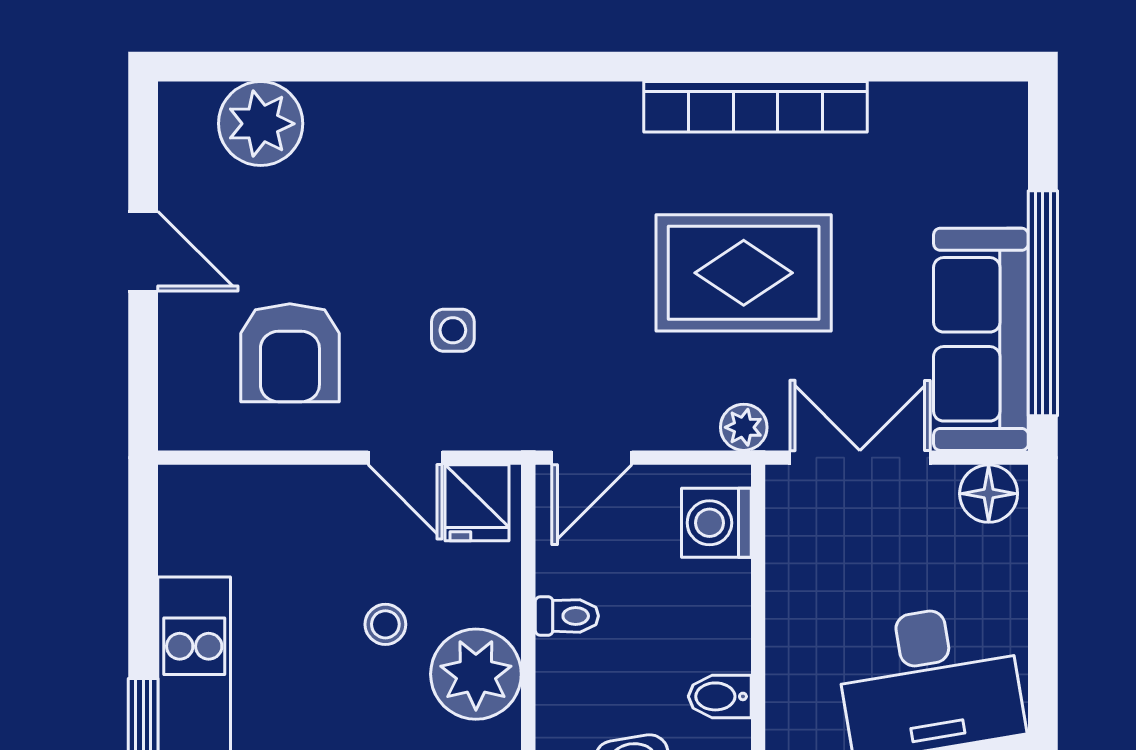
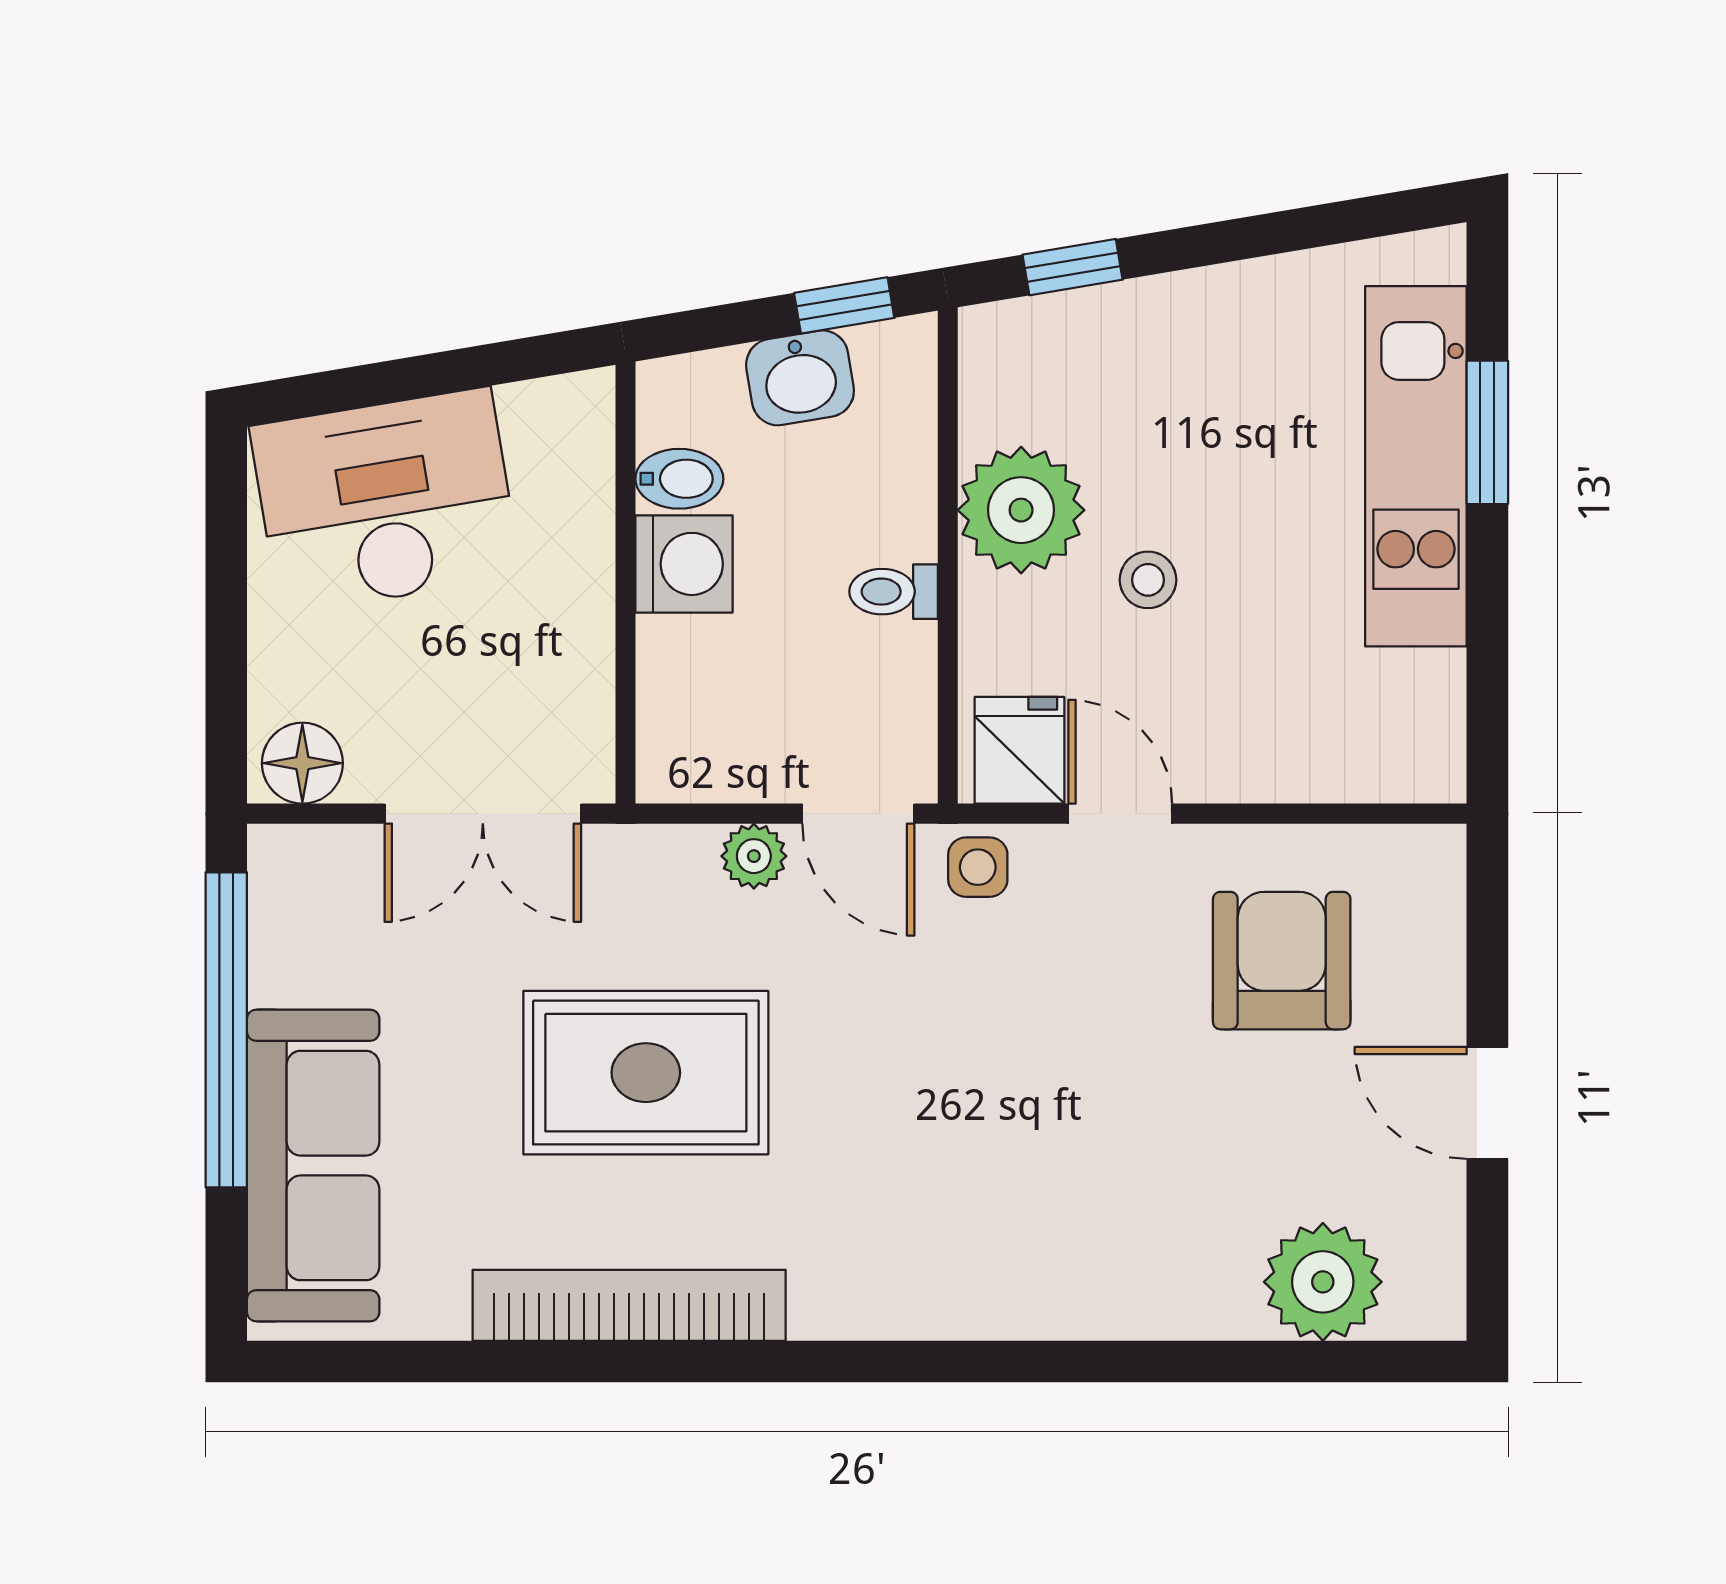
side table: (453, 330) -> (978, 867), moved
sofa: (981, 339) -> (313, 1165), moved
plant: (744, 427) -> (754, 856), moved
door: (592, 458) -> (858, 814), swing flipped
washing machine: (716, 523) -> (684, 564), moved

